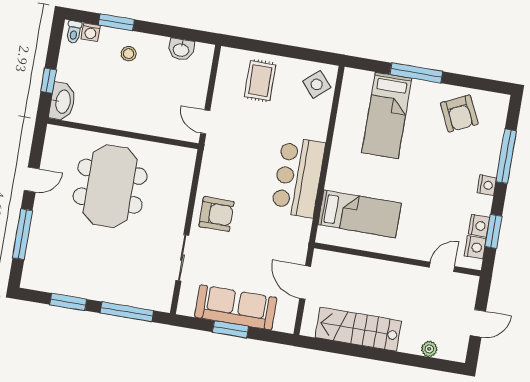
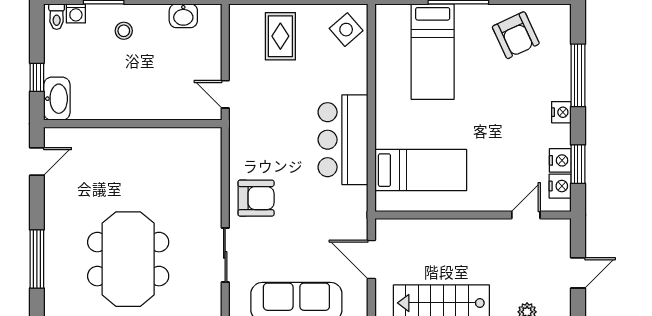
door: (32, 180) -> (37, 161), moved
meeting table: (110, 186) -> (128, 259), moved

